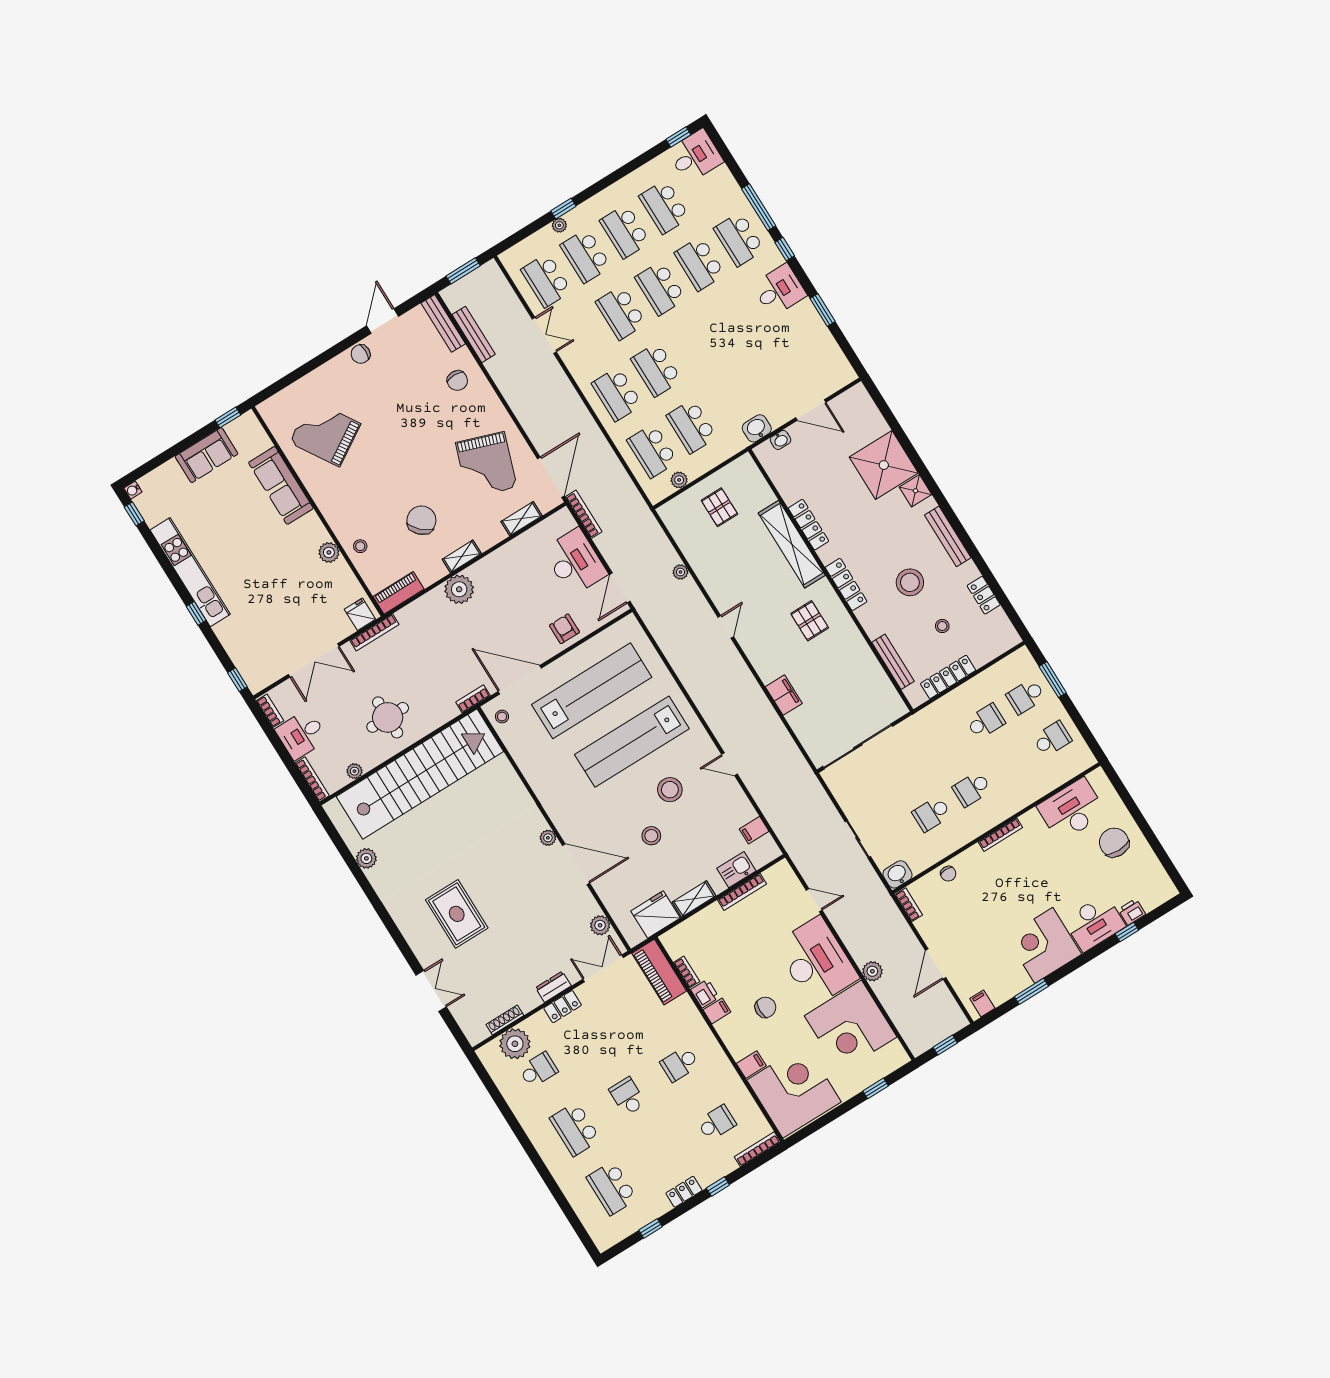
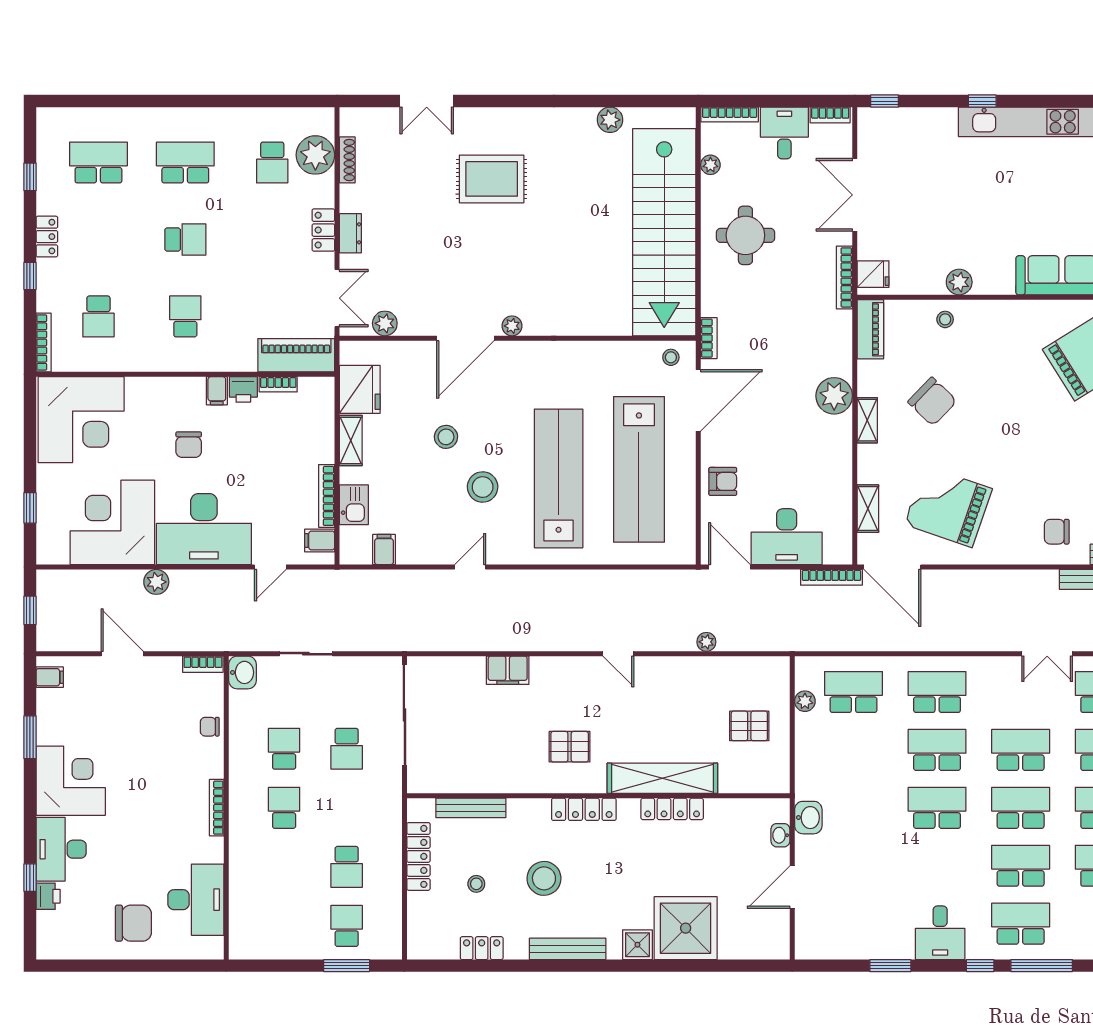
school desk: (692, 426) -> (937, 808), moved
school desk: (1052, 739) -> (347, 749), moved
filing cabinet: (751, 1065) -> (320, 540), moved, turned 90

